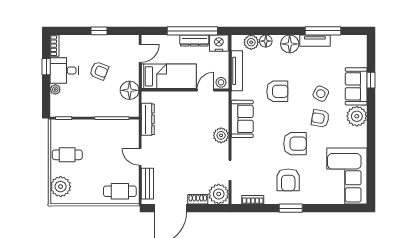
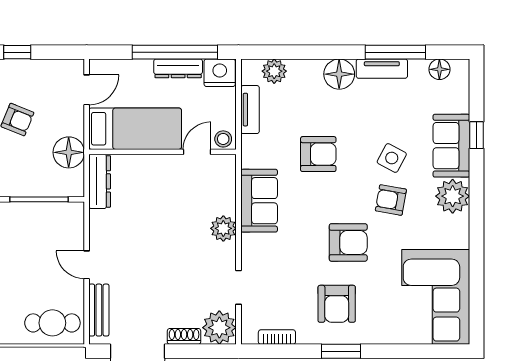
floor lamp: (266, 41) -> (439, 69), moved
tv unit: (237, 71) -> (250, 110), width x0.71
dresser: (148, 119) -> (100, 181), moved

